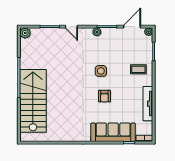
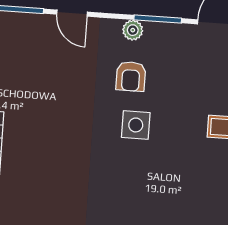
armchair: (104, 96) -> (131, 76), moved

